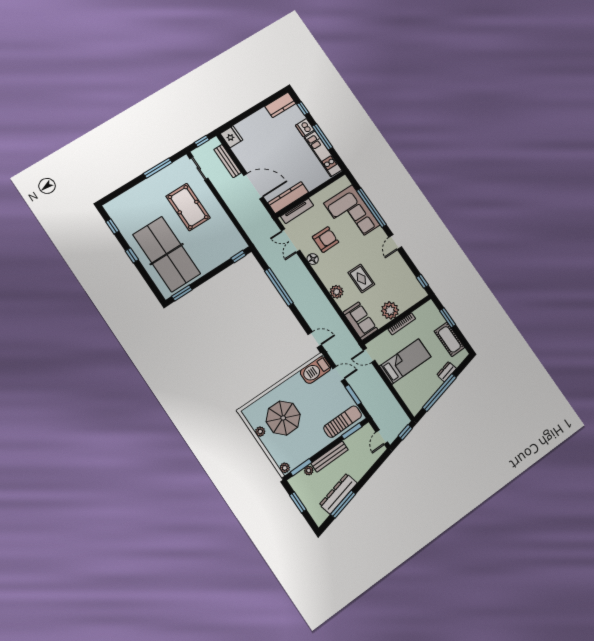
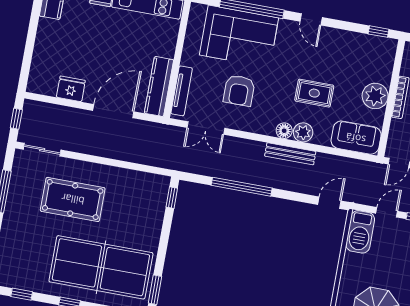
fridge: (231, 137) -> (71, 89), moved
bench: (228, 161) -> (290, 154), moved
armchair: (326, 240) -> (239, 91), turned 180
floor lamp: (313, 259) -> (284, 131), moved

